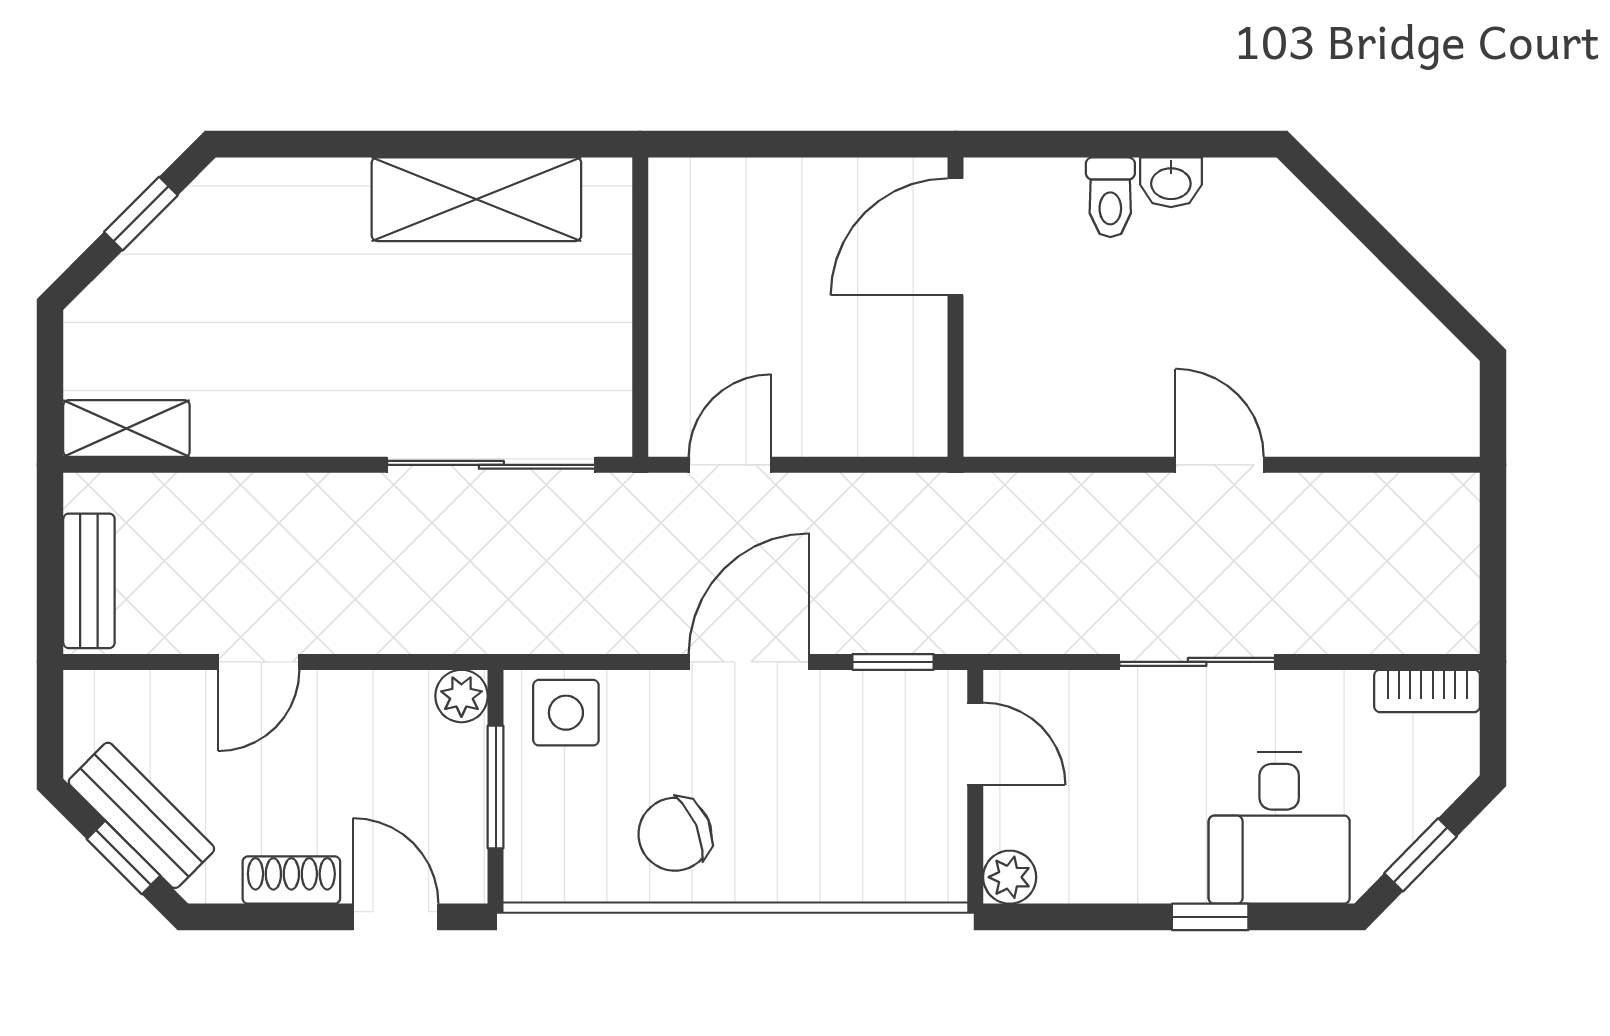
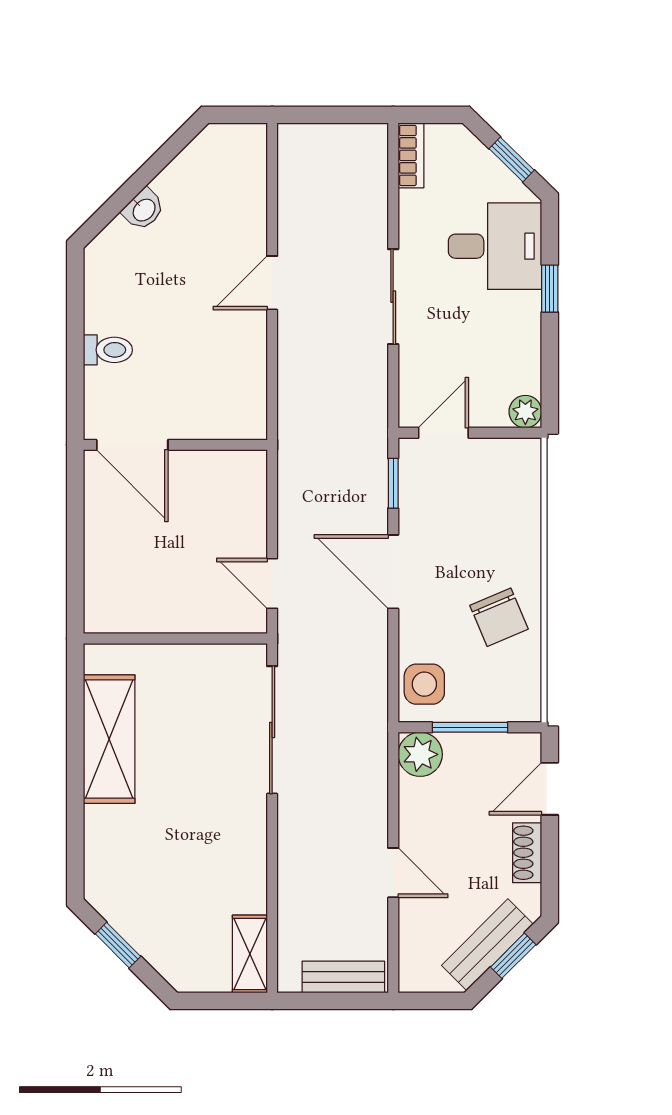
washbasin: (1171, 182) -> (143, 209), moved, turned 45
plant: (461, 696) -> (420, 754), width x1.38, depth x1.38

